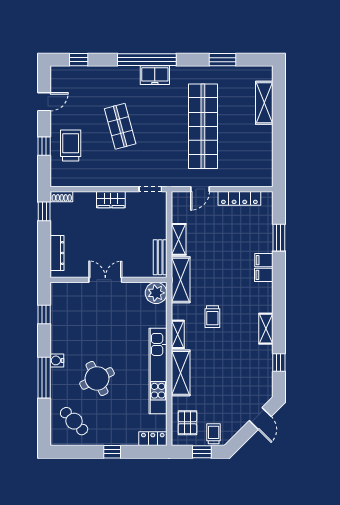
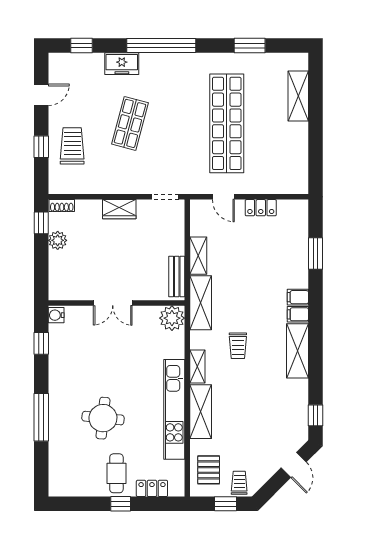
freezer: (155, 75) -> (122, 64), moved
shop shelf: (120, 126) -> (130, 123), turned 30
door: (200, 189) -> (223, 197), hinge flipped
locker: (239, 198) -> (261, 208), width x0.66
plant: (58, 226) -> (58, 240), added
dresser: (57, 253) -> (56, 272), removed
filing cabinet: (264, 260) -> (298, 314), moved
double door: (105, 280) -> (113, 303), swing flipped
shelving: (266, 329) -> (297, 351), width x1.50, depth x1.33
water cooler: (57, 360) -> (56, 315), moved
window: (279, 362) -> (315, 415), moved
round table: (97, 378) -> (103, 418), turned 32
cafe table: (74, 421) -> (116, 473), moved, turned 44
locker: (153, 439) -> (152, 488), moved

